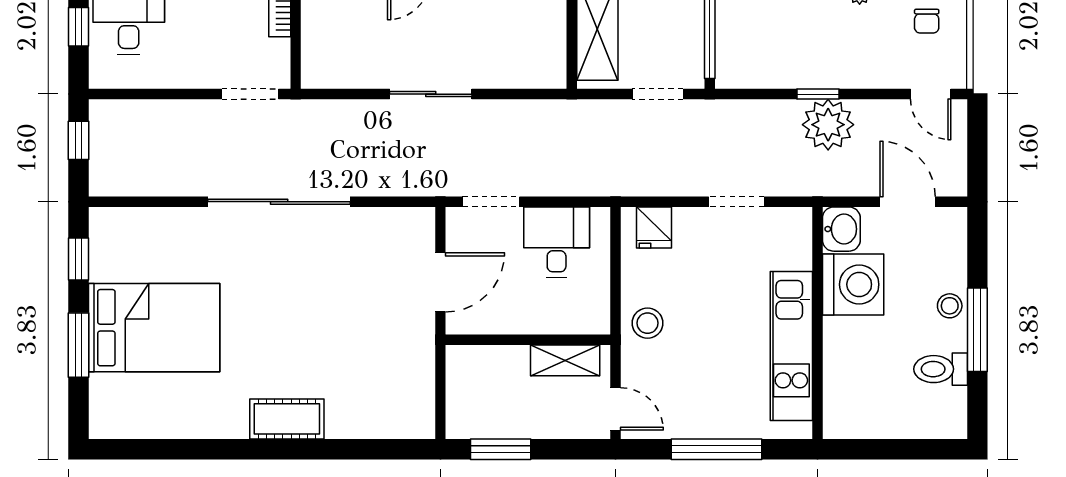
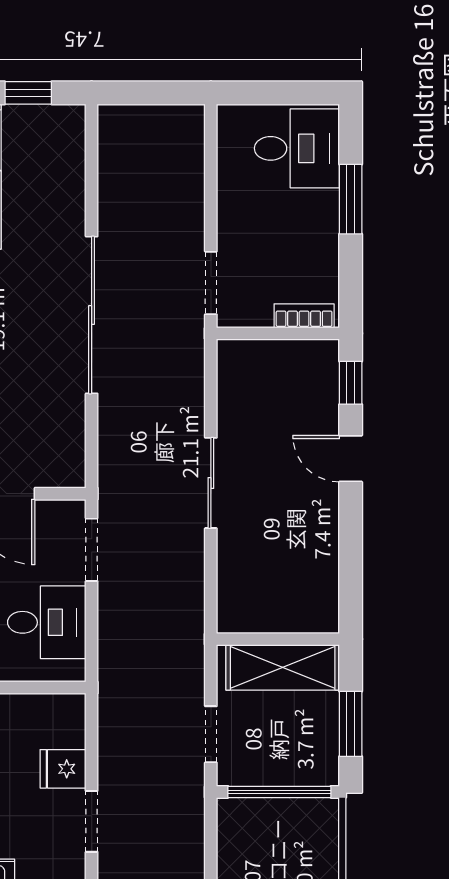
window: (79, 27) -> (285, 93), removed
window: (79, 140) -> (159, 93), removed
fridge: (654, 227) -> (63, 769), moved

